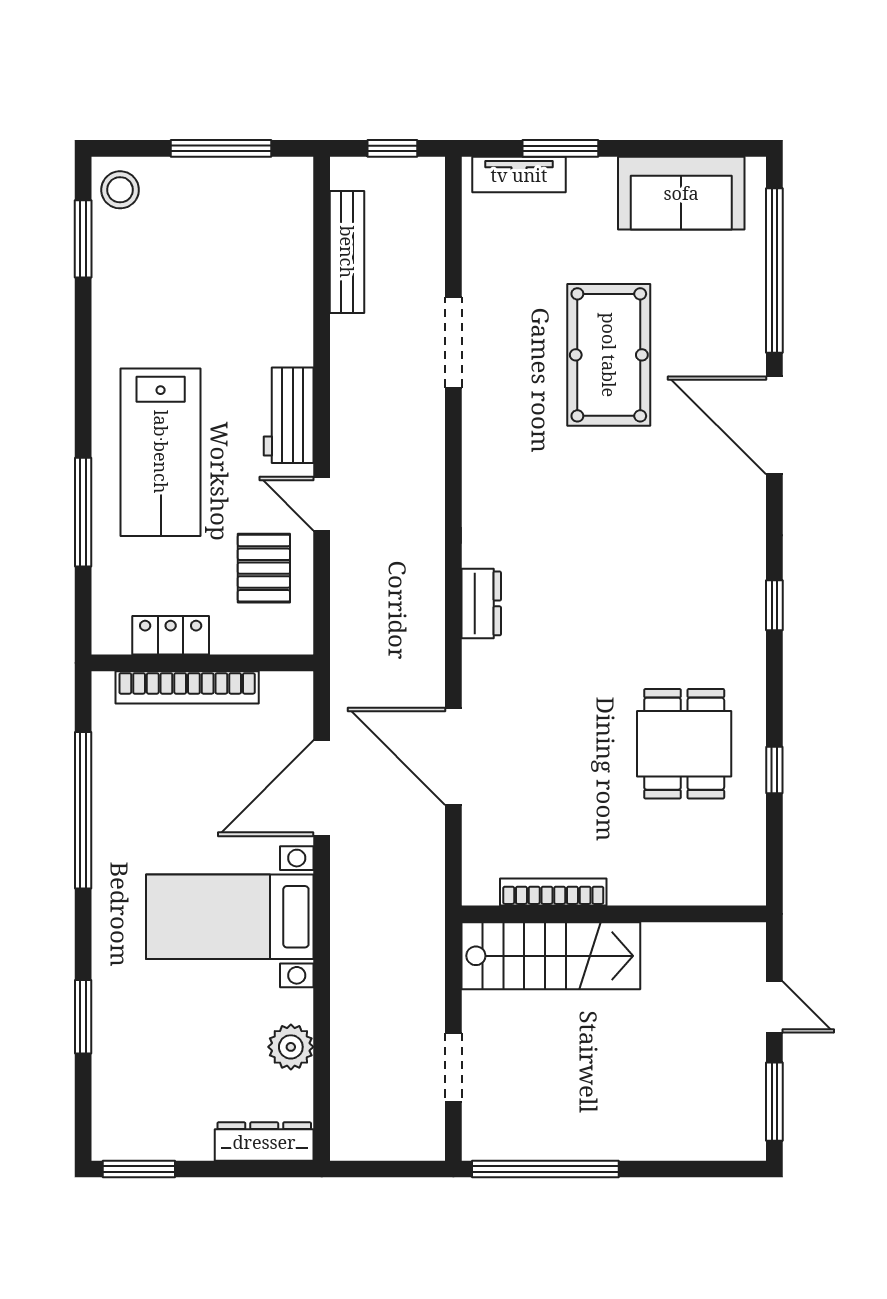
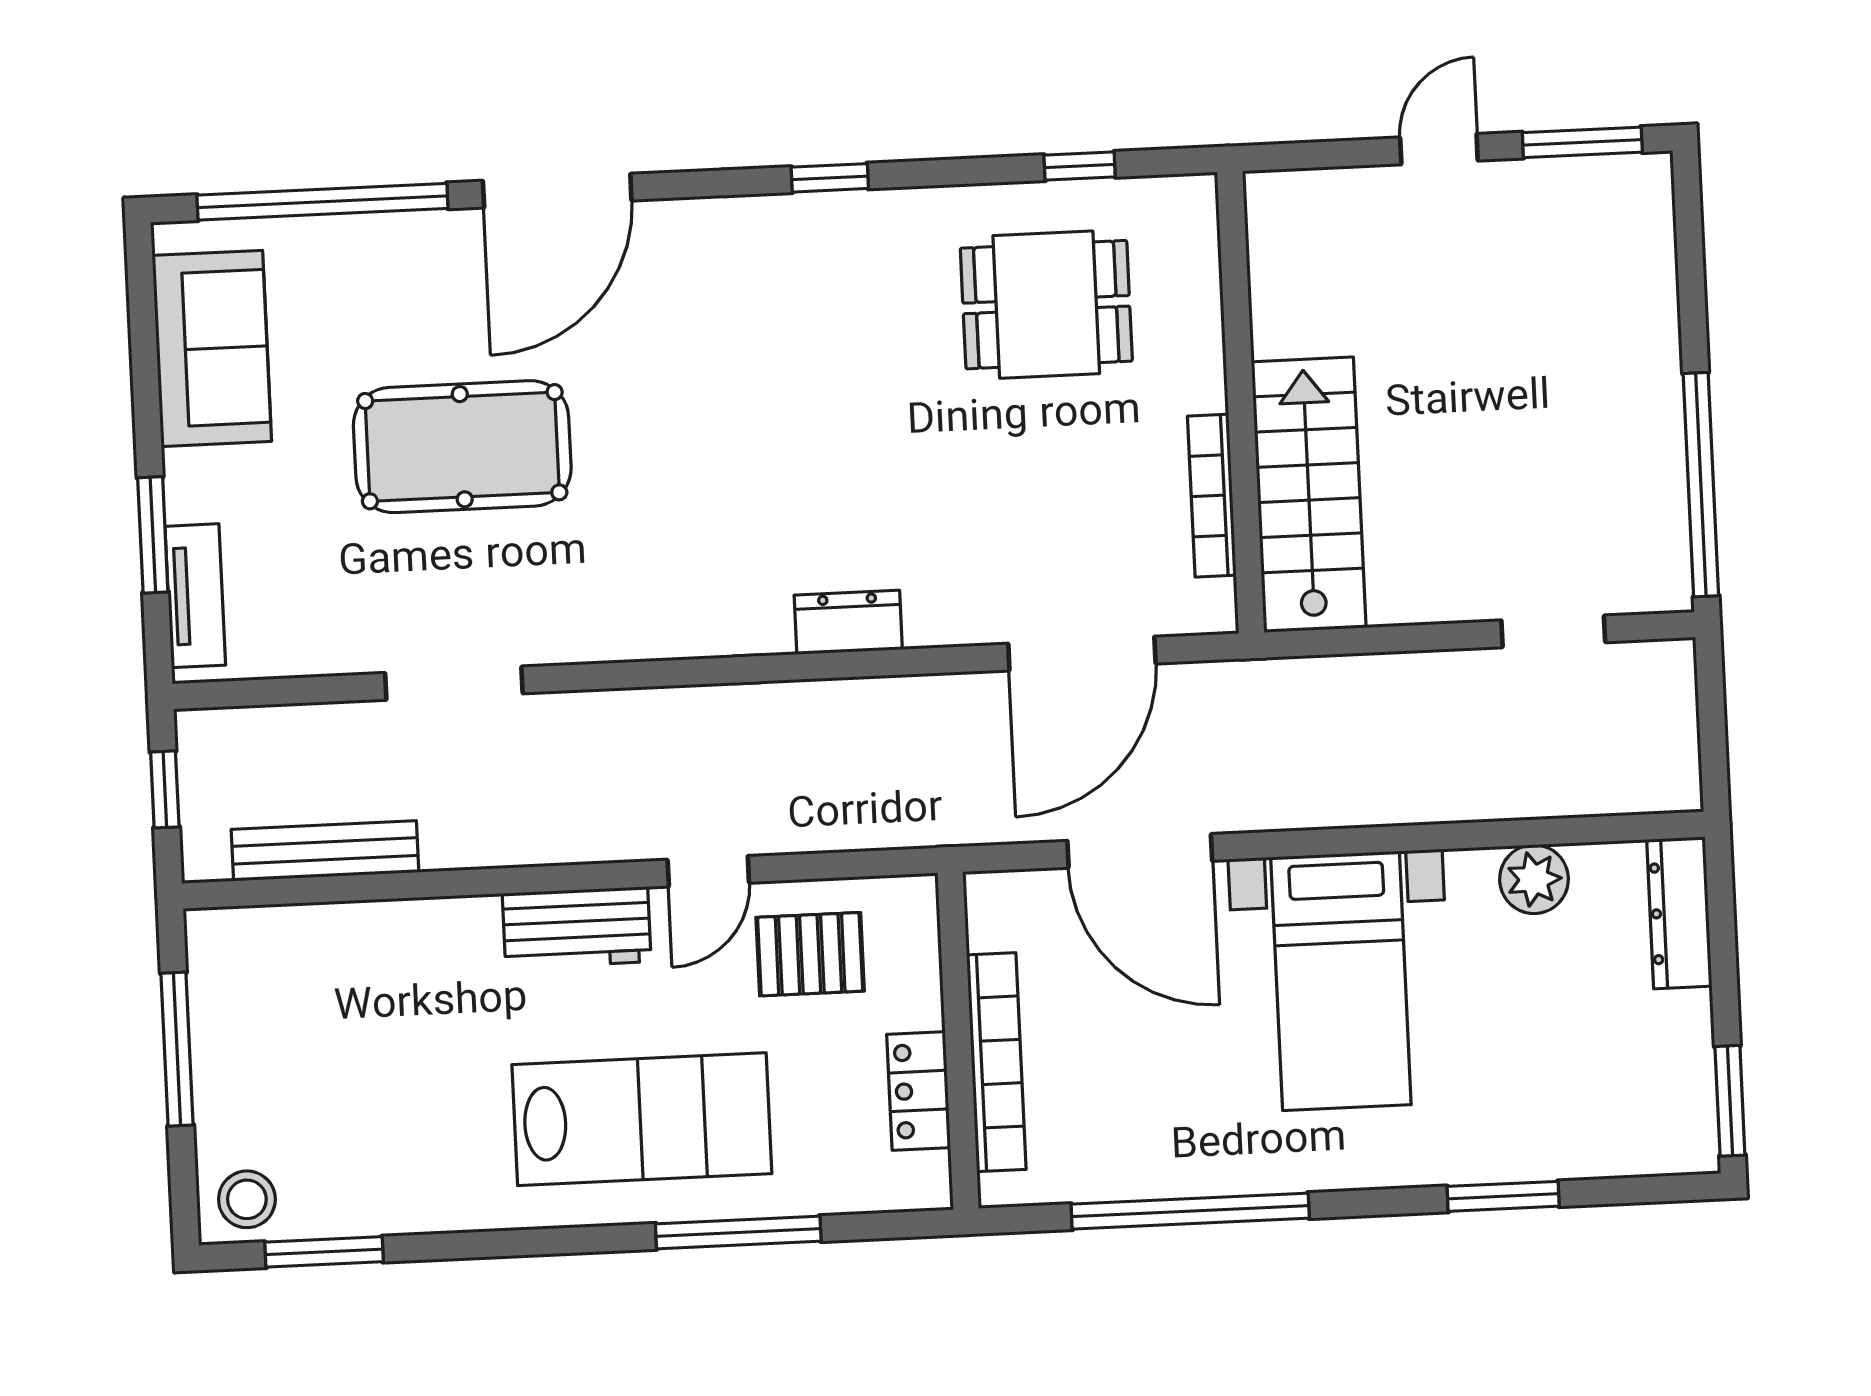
bookcase: (553, 892) -> (1212, 496), moved
wall: (614, 914) -> (1241, 402), moved
stairs: (551, 956) -> (1309, 495), moved

